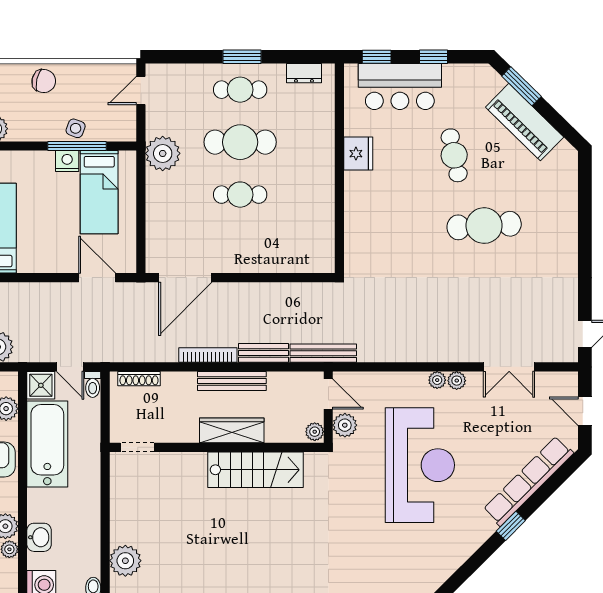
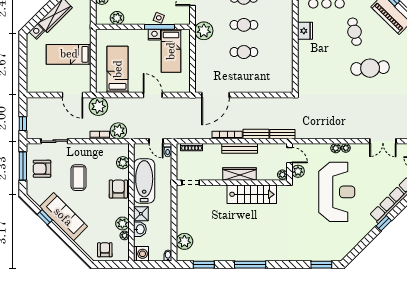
cafe table: (240, 142) -> (244, 25), width x0.73, depth x0.74
door: (97, 278) -> (153, 95), moved
bench: (323, 353) -> (282, 134), width x0.73
plant: (457, 381) -> (336, 148), moved
shower: (41, 385) -> (141, 214), moved

